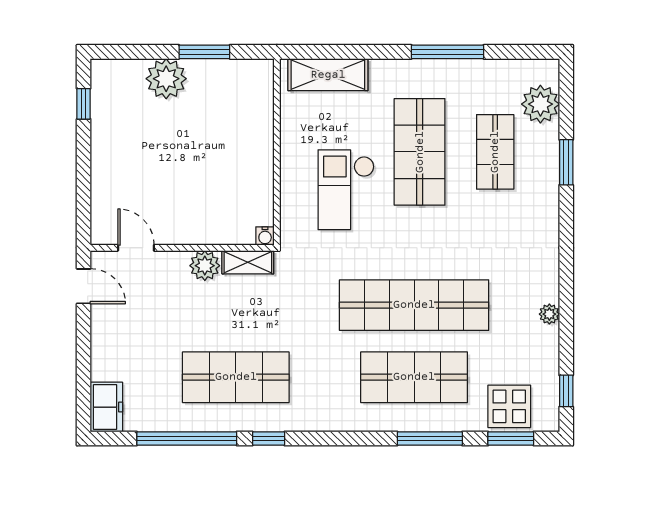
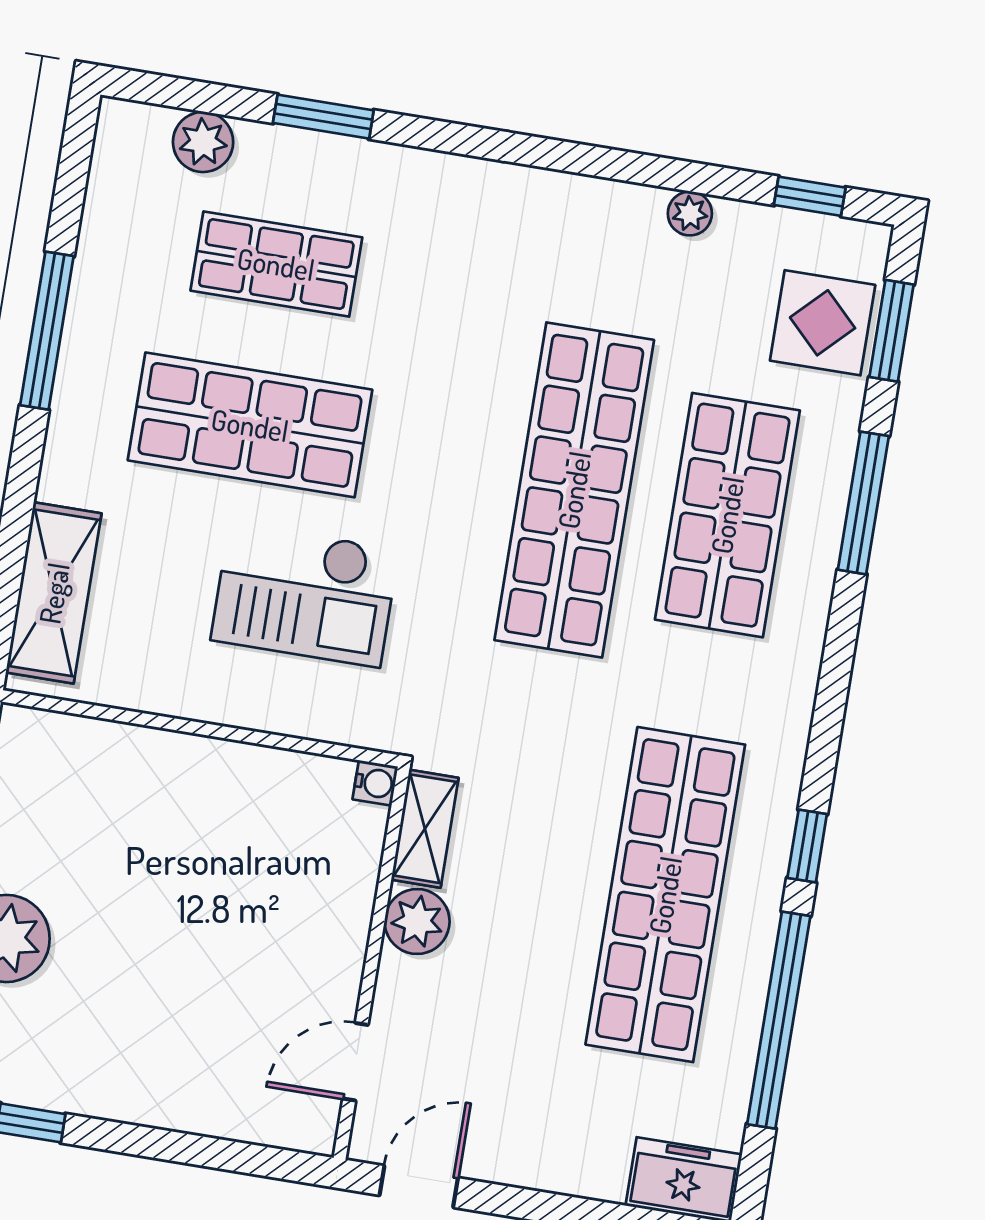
plant: (540, 104) -> (203, 142), width x0.73, depth x0.73
plant: (549, 314) -> (690, 213), moved
shop shelf: (236, 377) -> (665, 895), width x1.40

